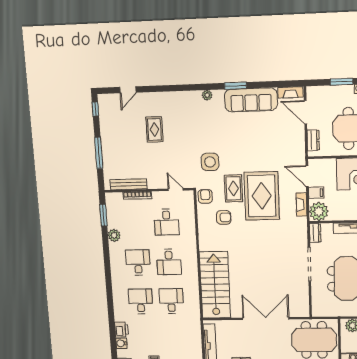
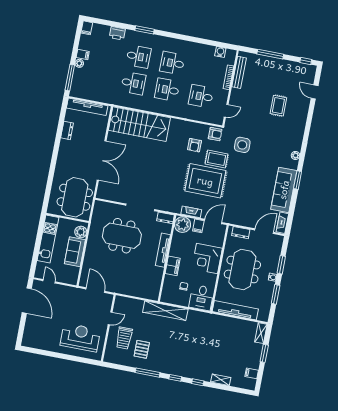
rug: (154, 129) -> (278, 106), turned 90
window: (103, 215) -> (145, 30), moved
plant: (114, 235) -> (199, 49), removed
desk: (138, 262) -> (172, 63), turned 180
water cooler: (121, 343) -> (220, 52), moved

